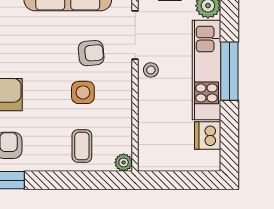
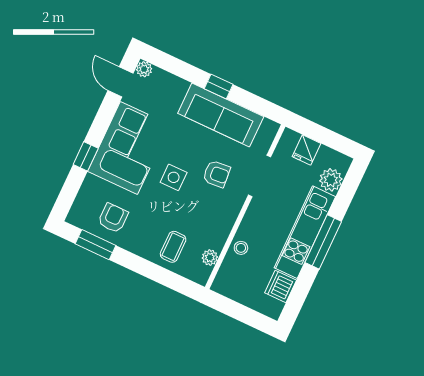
stool: (151, 70) -> (241, 248), moved
side table: (83, 92) -> (174, 177), moved
plant: (124, 162) -> (210, 257), moved

